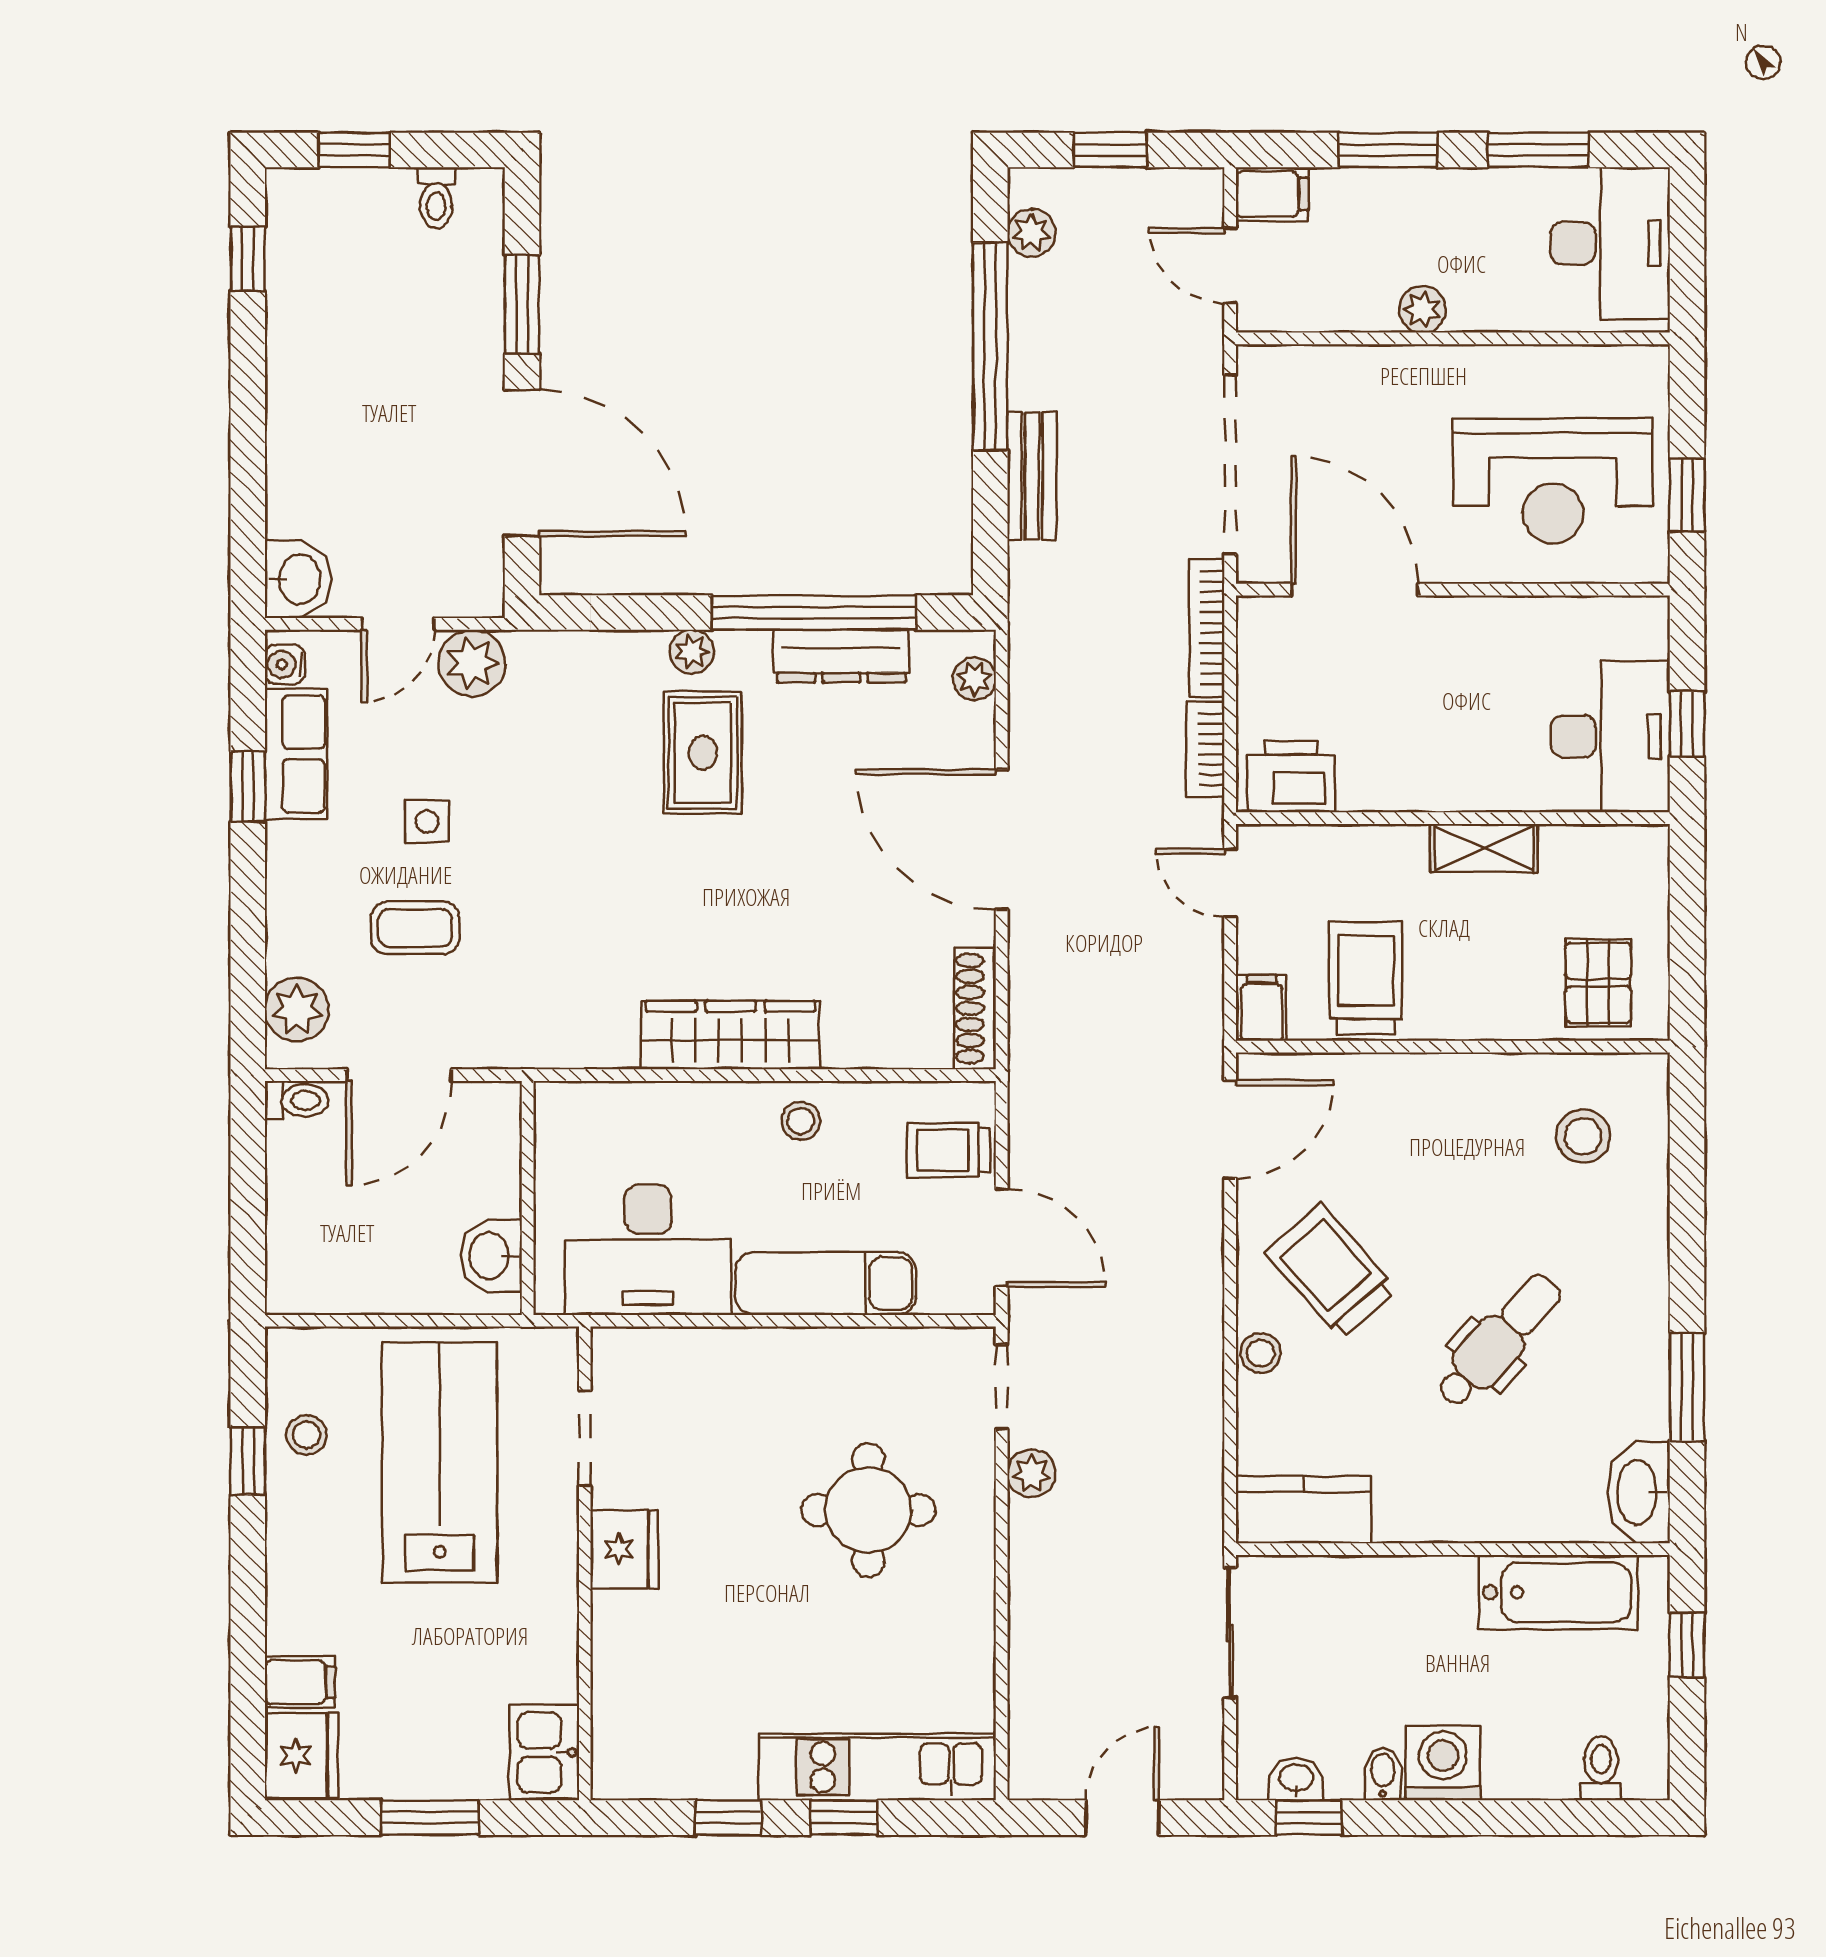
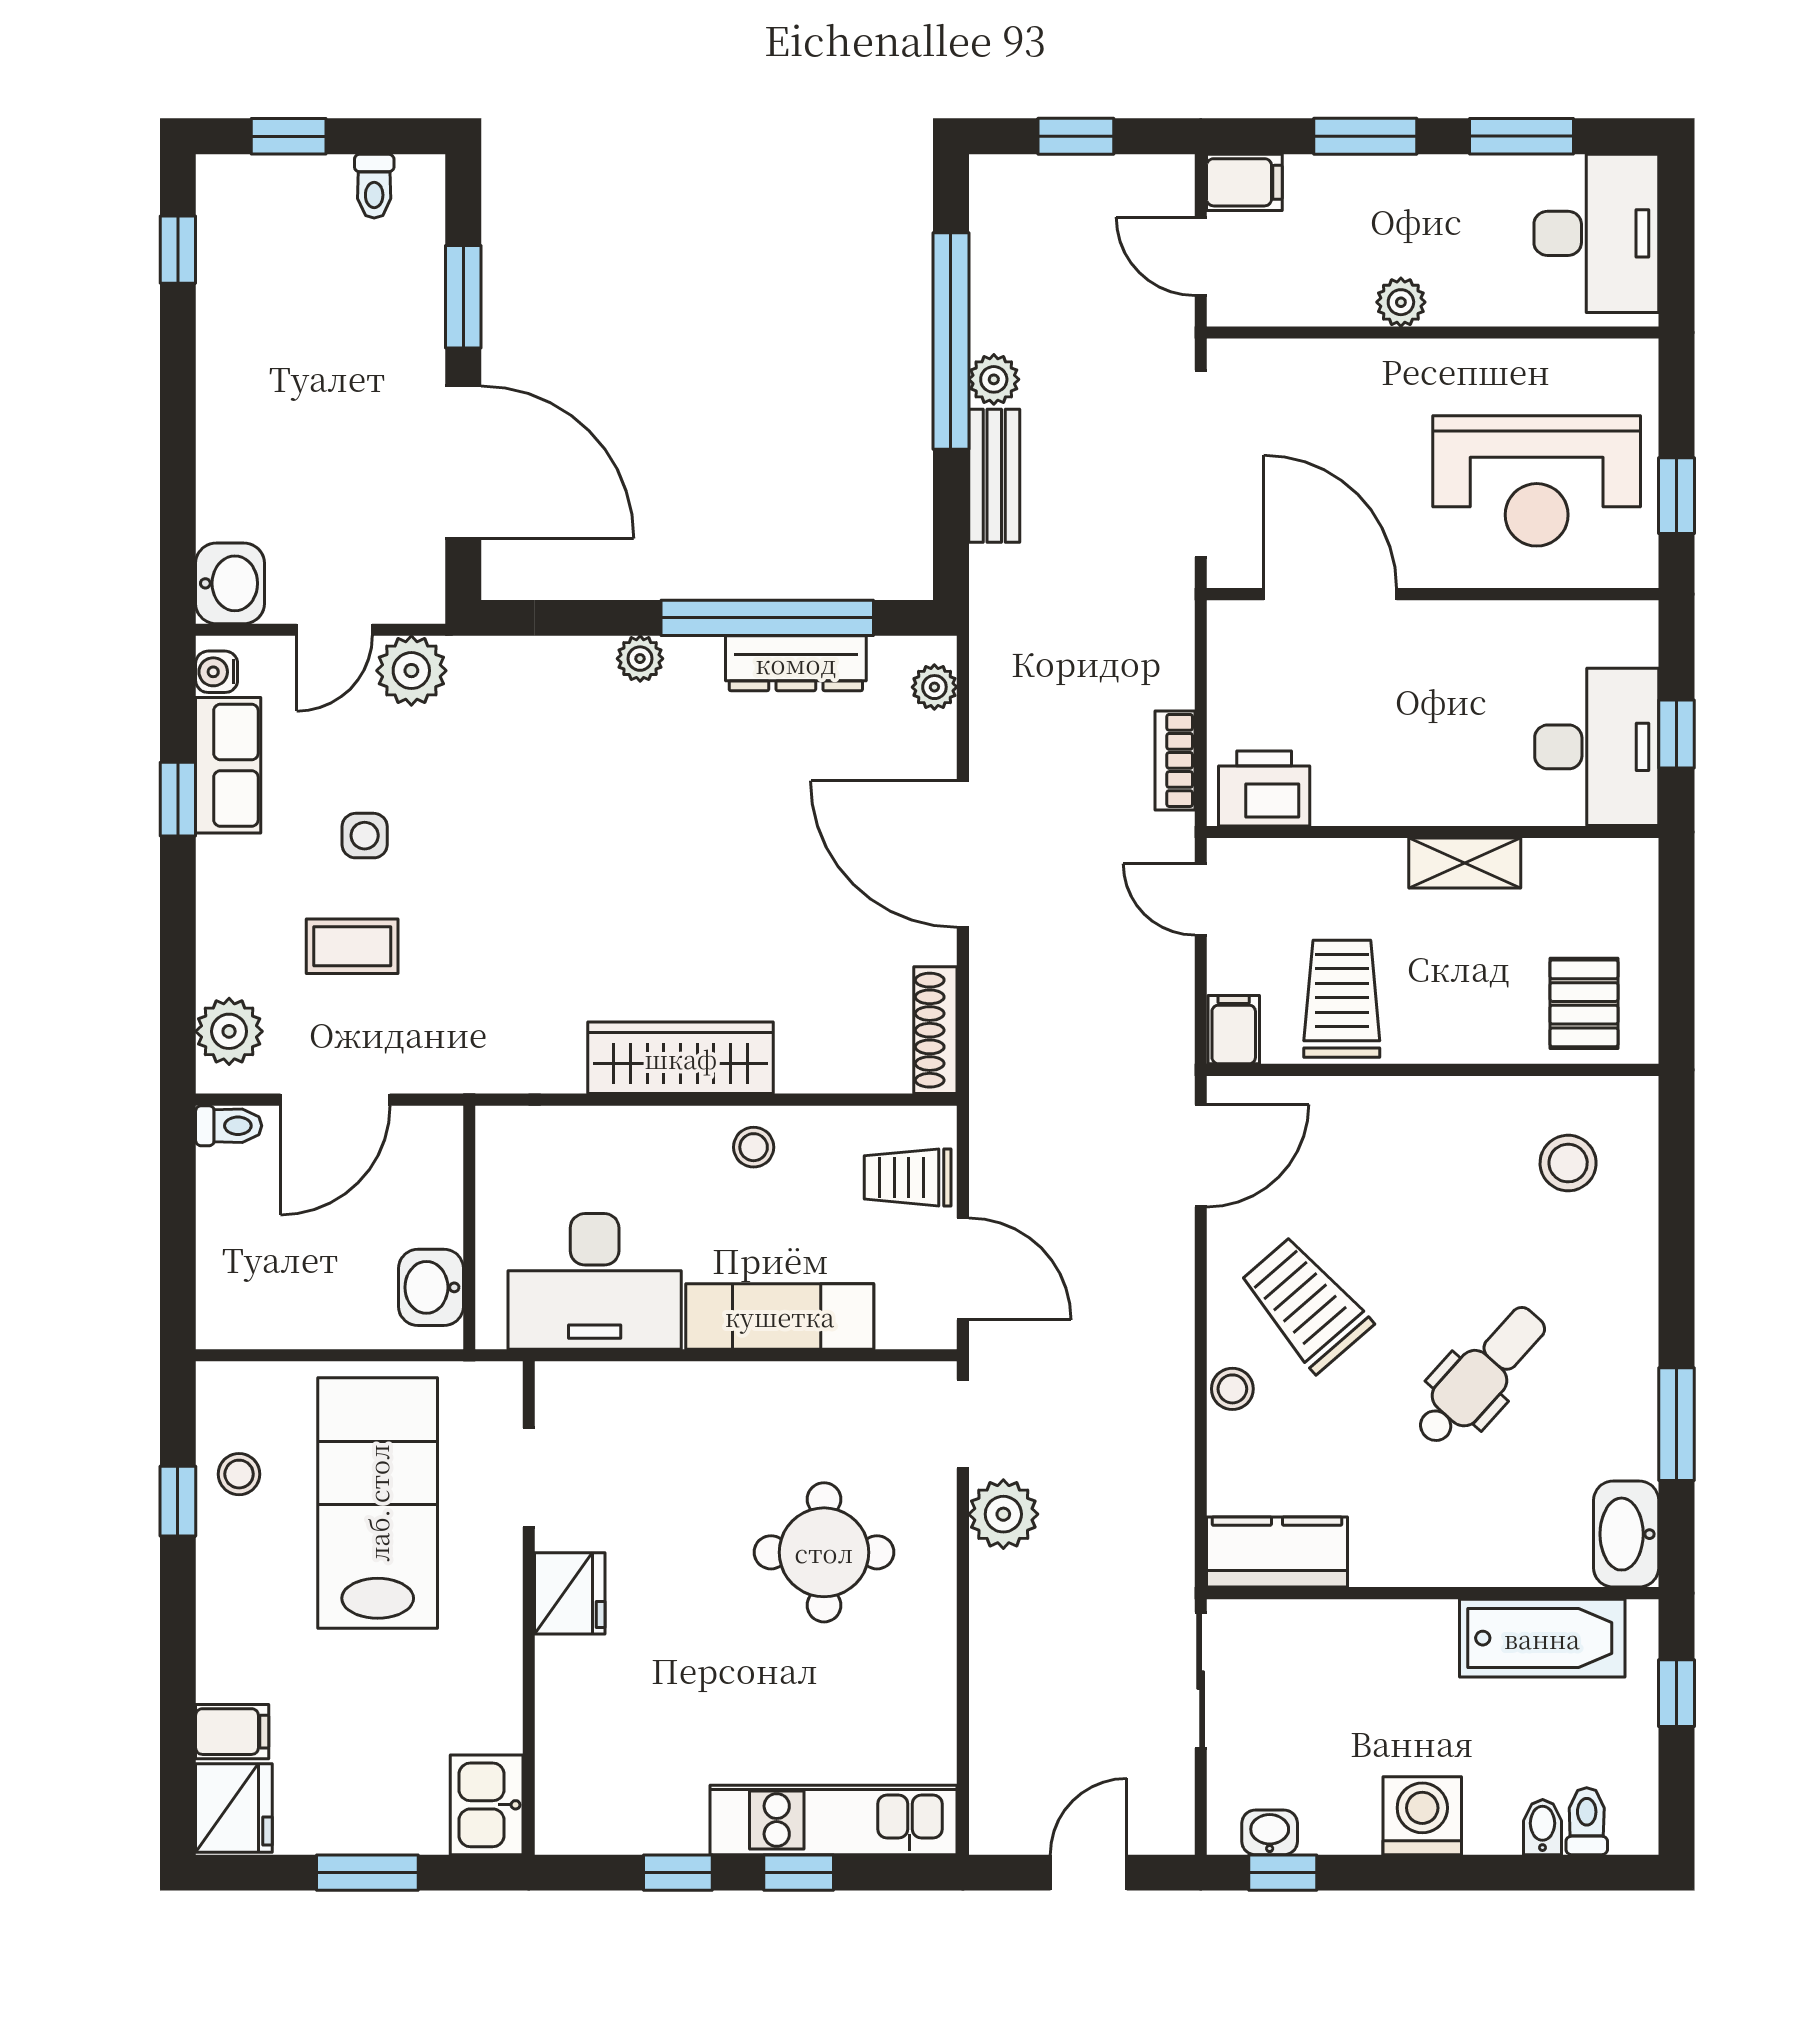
plant: (1031, 233) -> (994, 379), moved
bookcase: (1207, 628) -> (1176, 634), removed
rug: (703, 753) -> (652, 764), removed
plant: (1032, 1473) -> (1003, 1514), width x1.38, depth x1.38
bidet: (1383, 1774) -> (1543, 1827), moved

